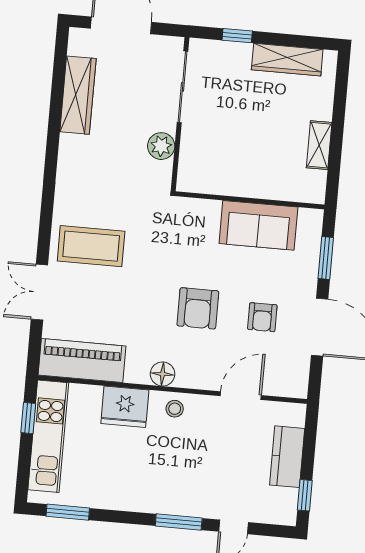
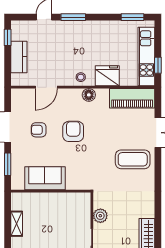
armchair: (262, 317) -> (39, 130), turned -90

